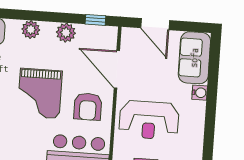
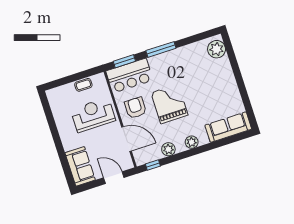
water cooler: (200, 93) -> (68, 145), removed

